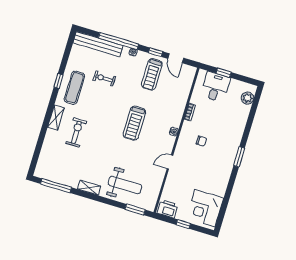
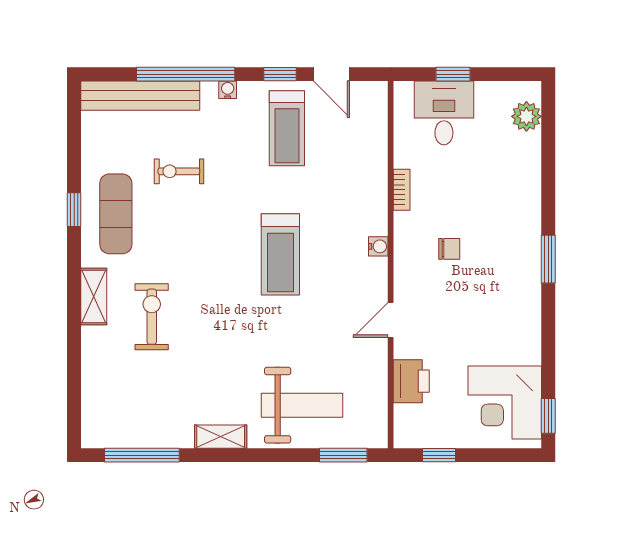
printer: (167, 209) -> (411, 381), moved, turned 90
window: (221, 218) -> (548, 416), added
window: (183, 224) -> (439, 455), moved

